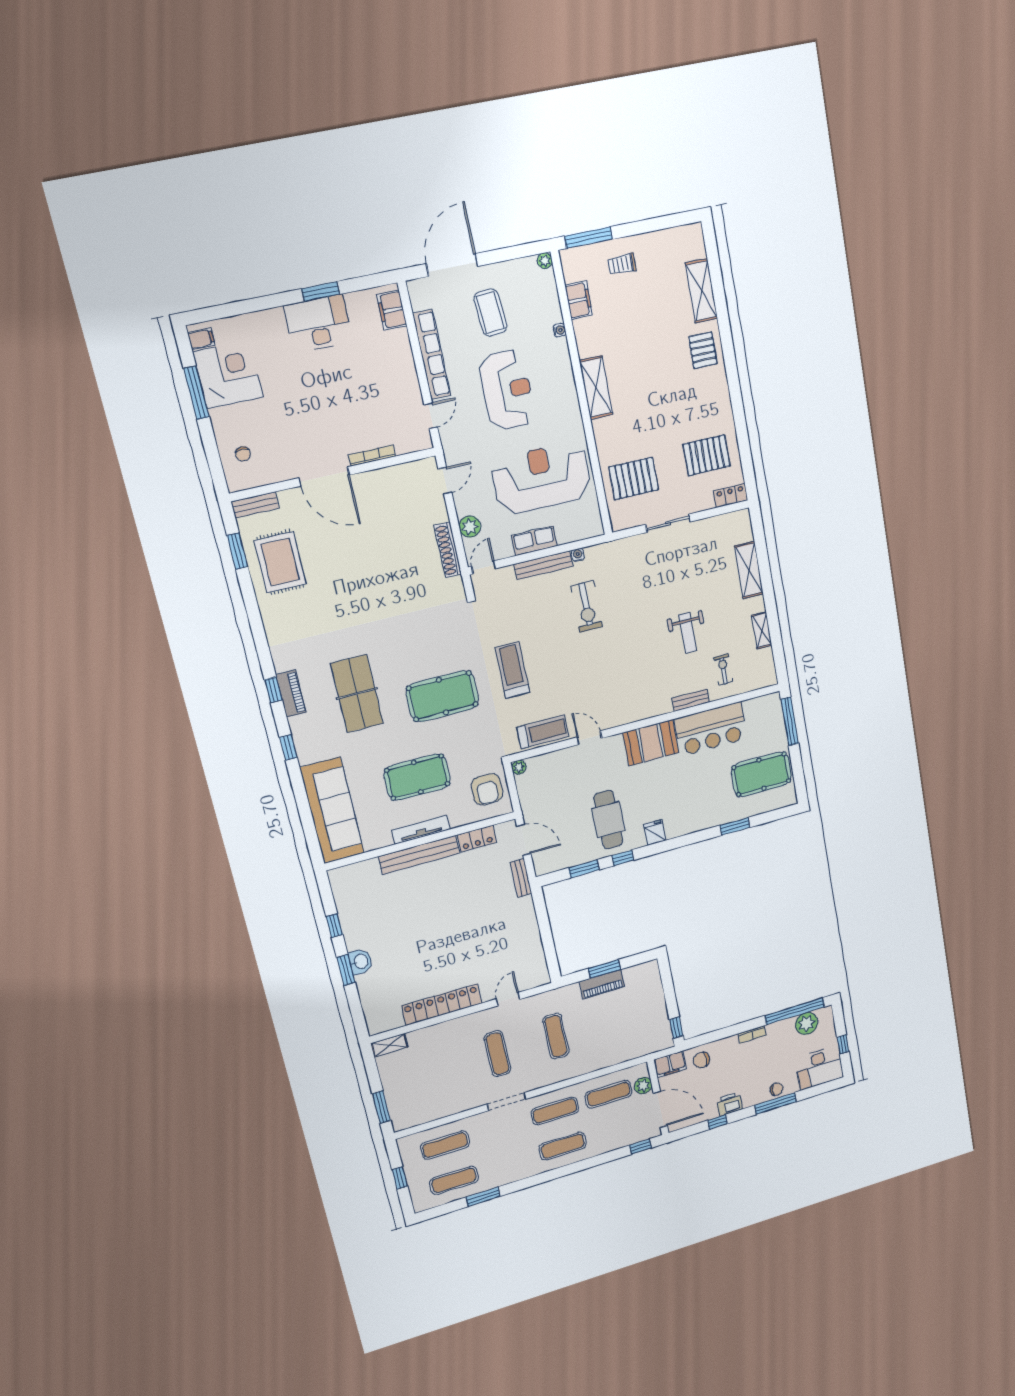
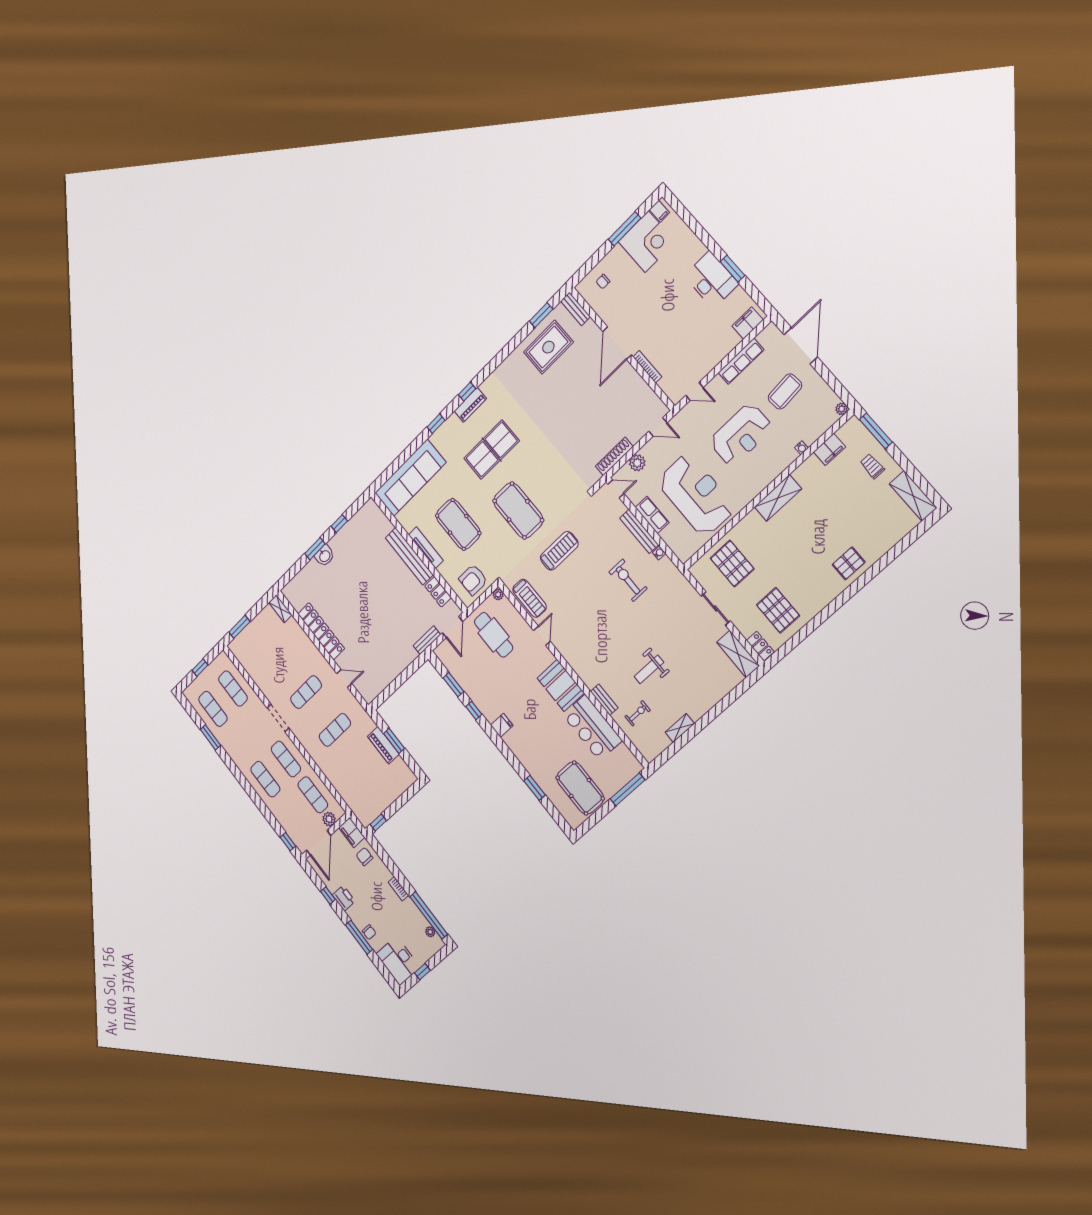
door: (452, 265) -> (801, 346), hinge flipped
shelving: (702, 291) -> (913, 496), moved, turned 90
row of seats: (432, 355) -> (741, 361), width x0.73
shelving: (749, 570) -> (738, 654), moved, turned 90
exercise bike: (586, 607) -> (628, 580), turned 90
cafe table: (608, 820) -> (494, 635), moved, turned 90
plant: (807, 1024) -> (430, 932), width x0.53, depth x0.53

